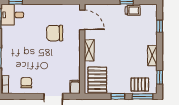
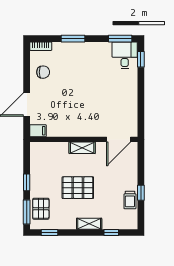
chair: (55, 33) -> (103, 106), removed
shelving: (152, 56) -> (89, 224), moved
pallet: (97, 80) -> (78, 188), moved

